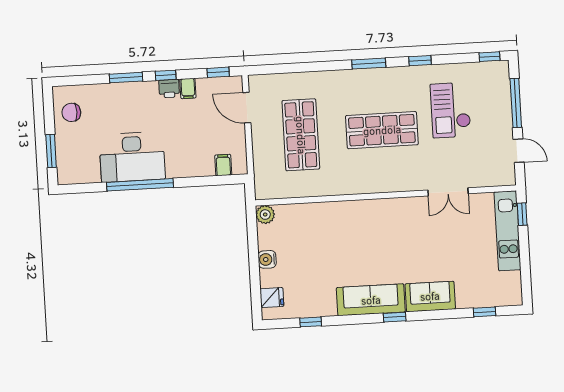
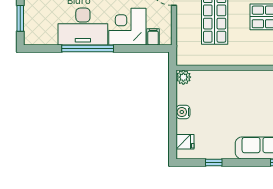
corner desk: (189, 154) -> (127, 27), added

